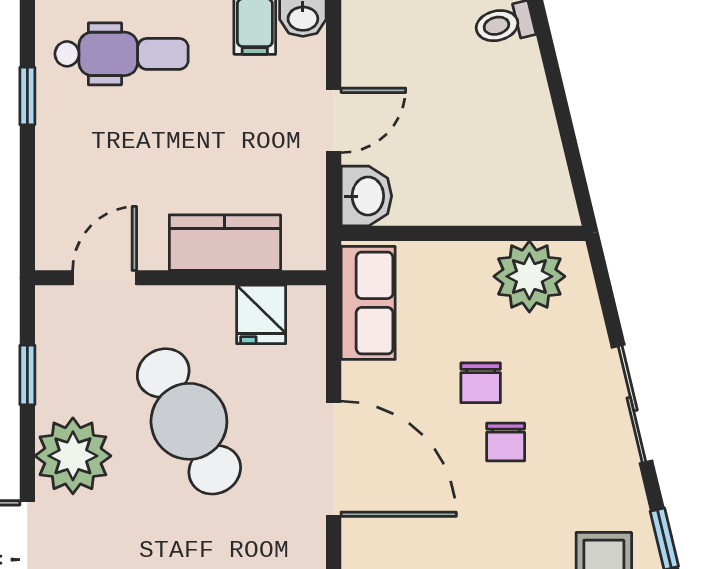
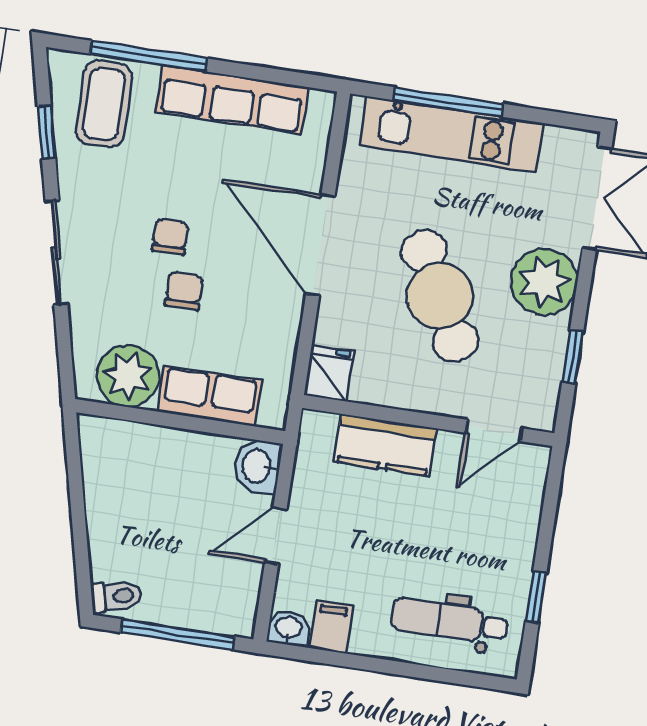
row of seats: (368, 303) -> (210, 396), moved, turned 90
fridge: (261, 314) -> (329, 373), moved

